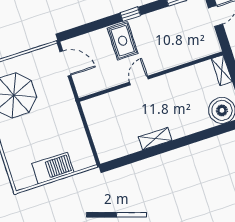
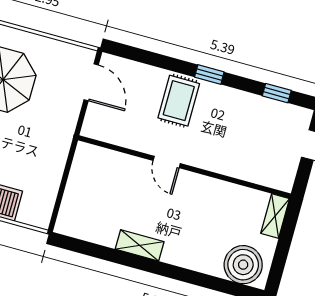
door: (139, 80) -> (167, 162), swing flipped

